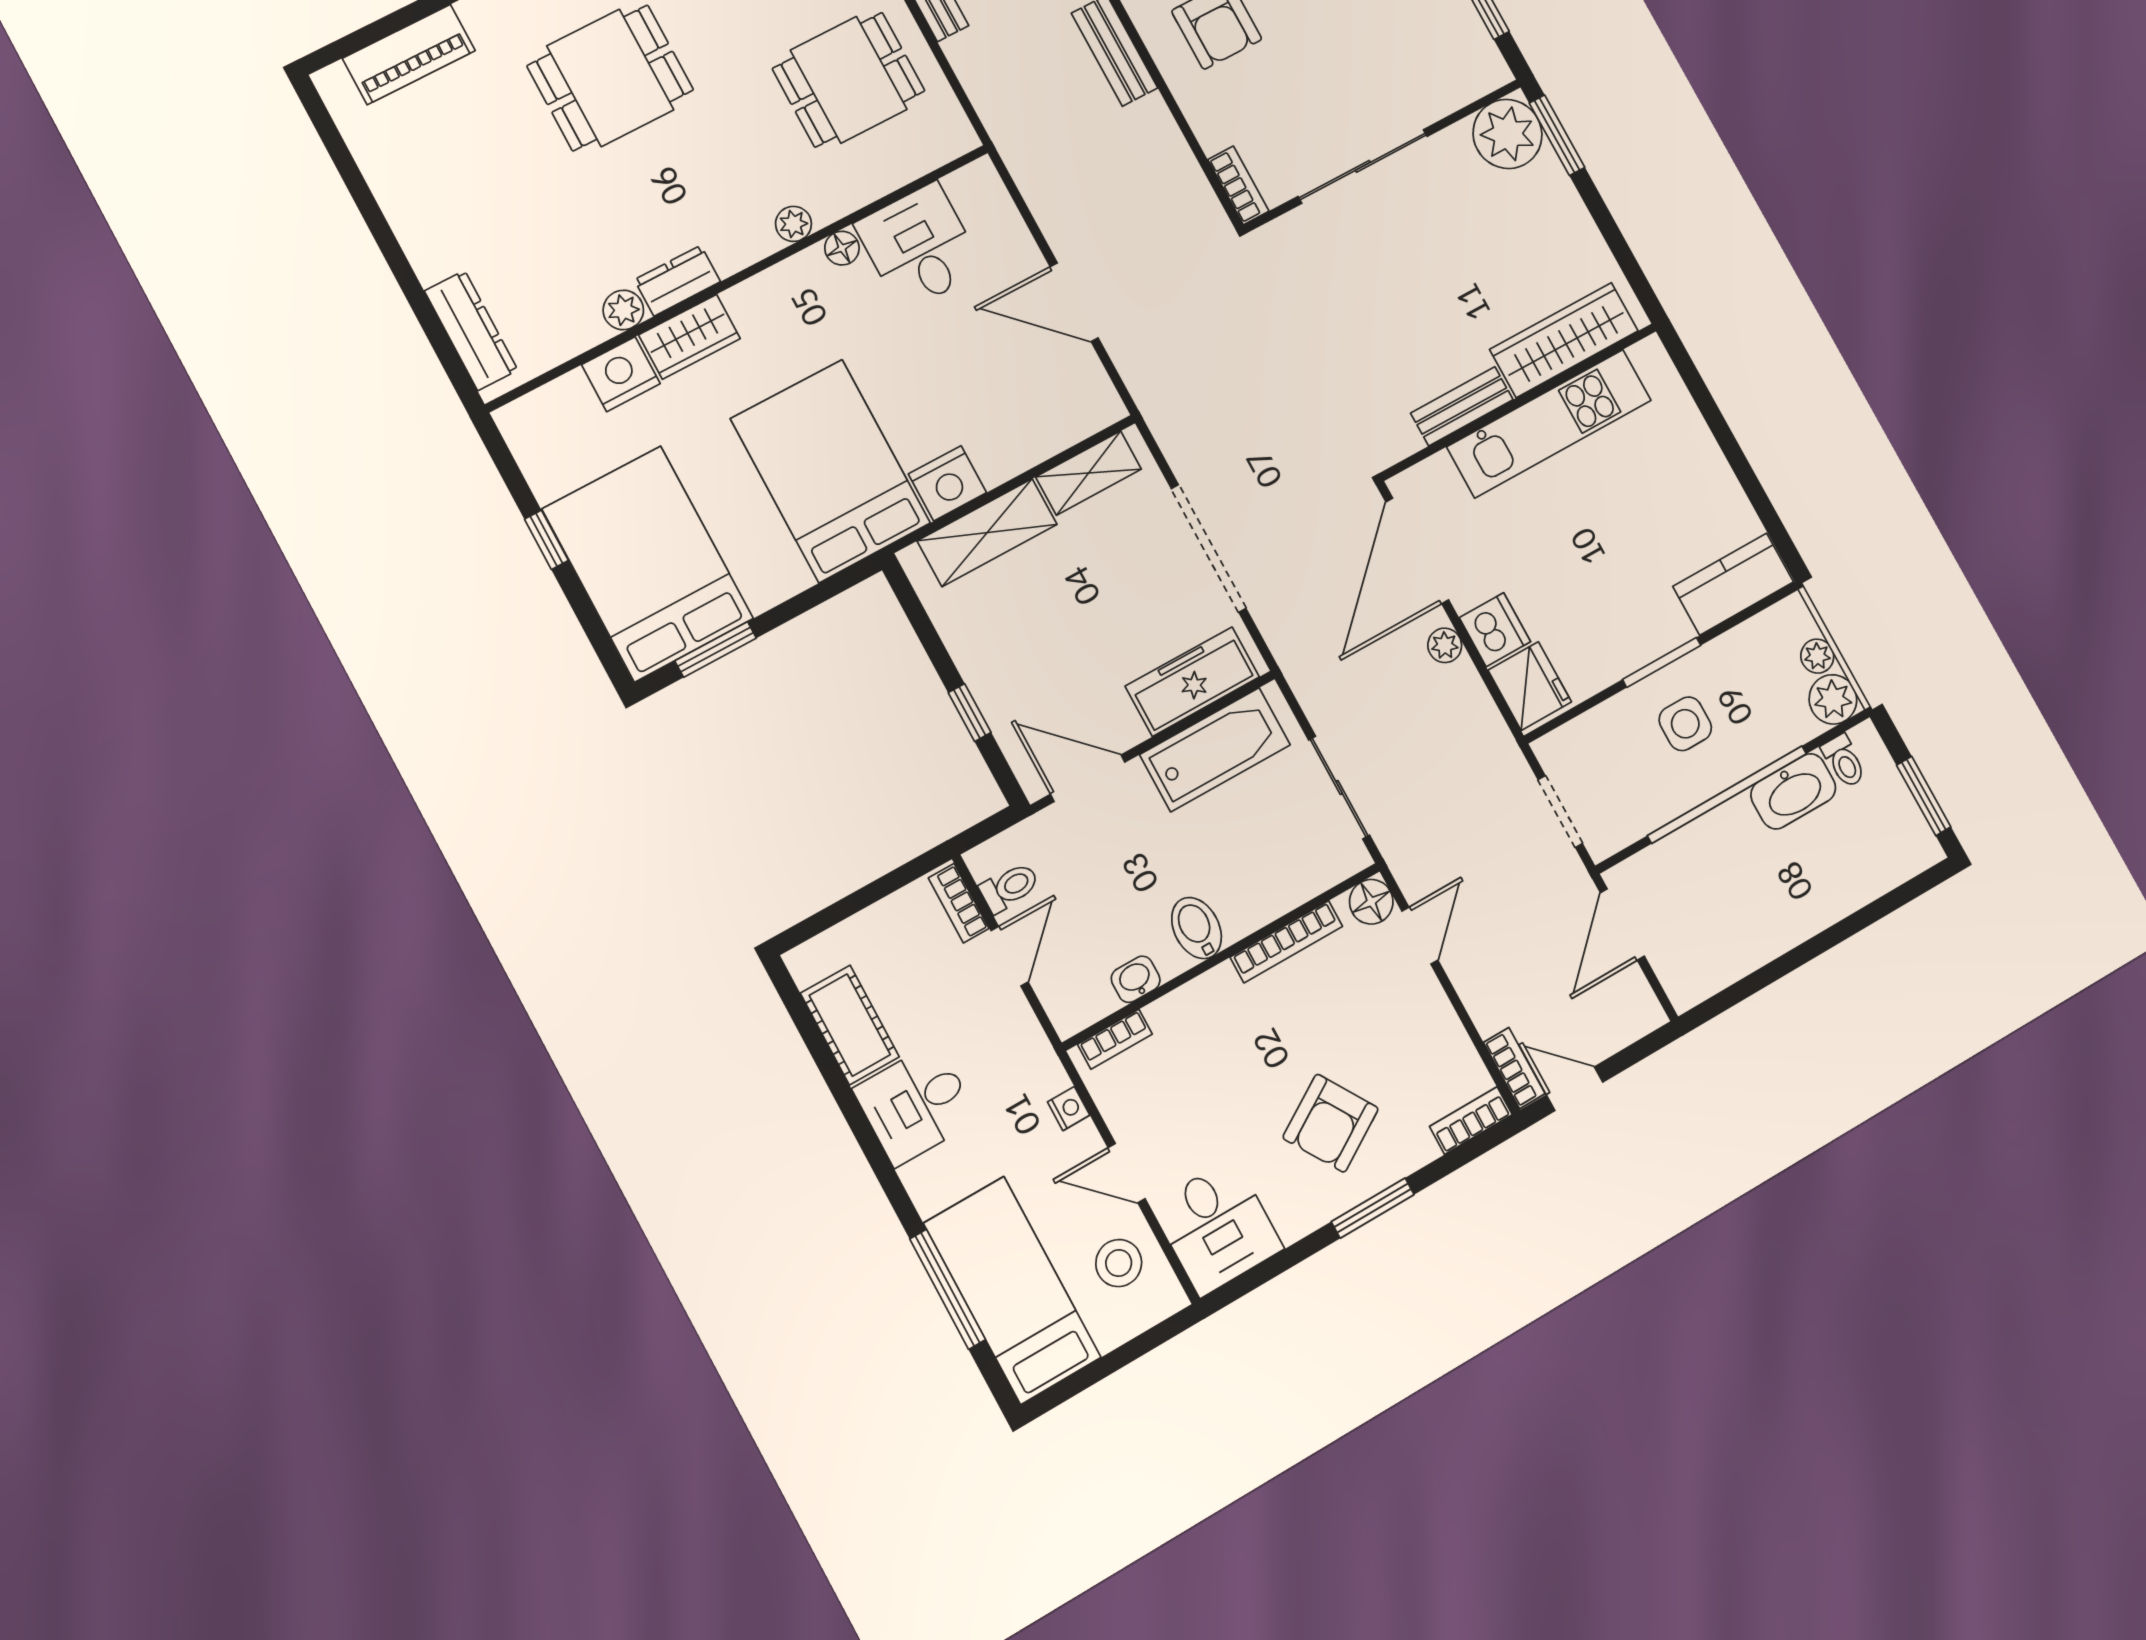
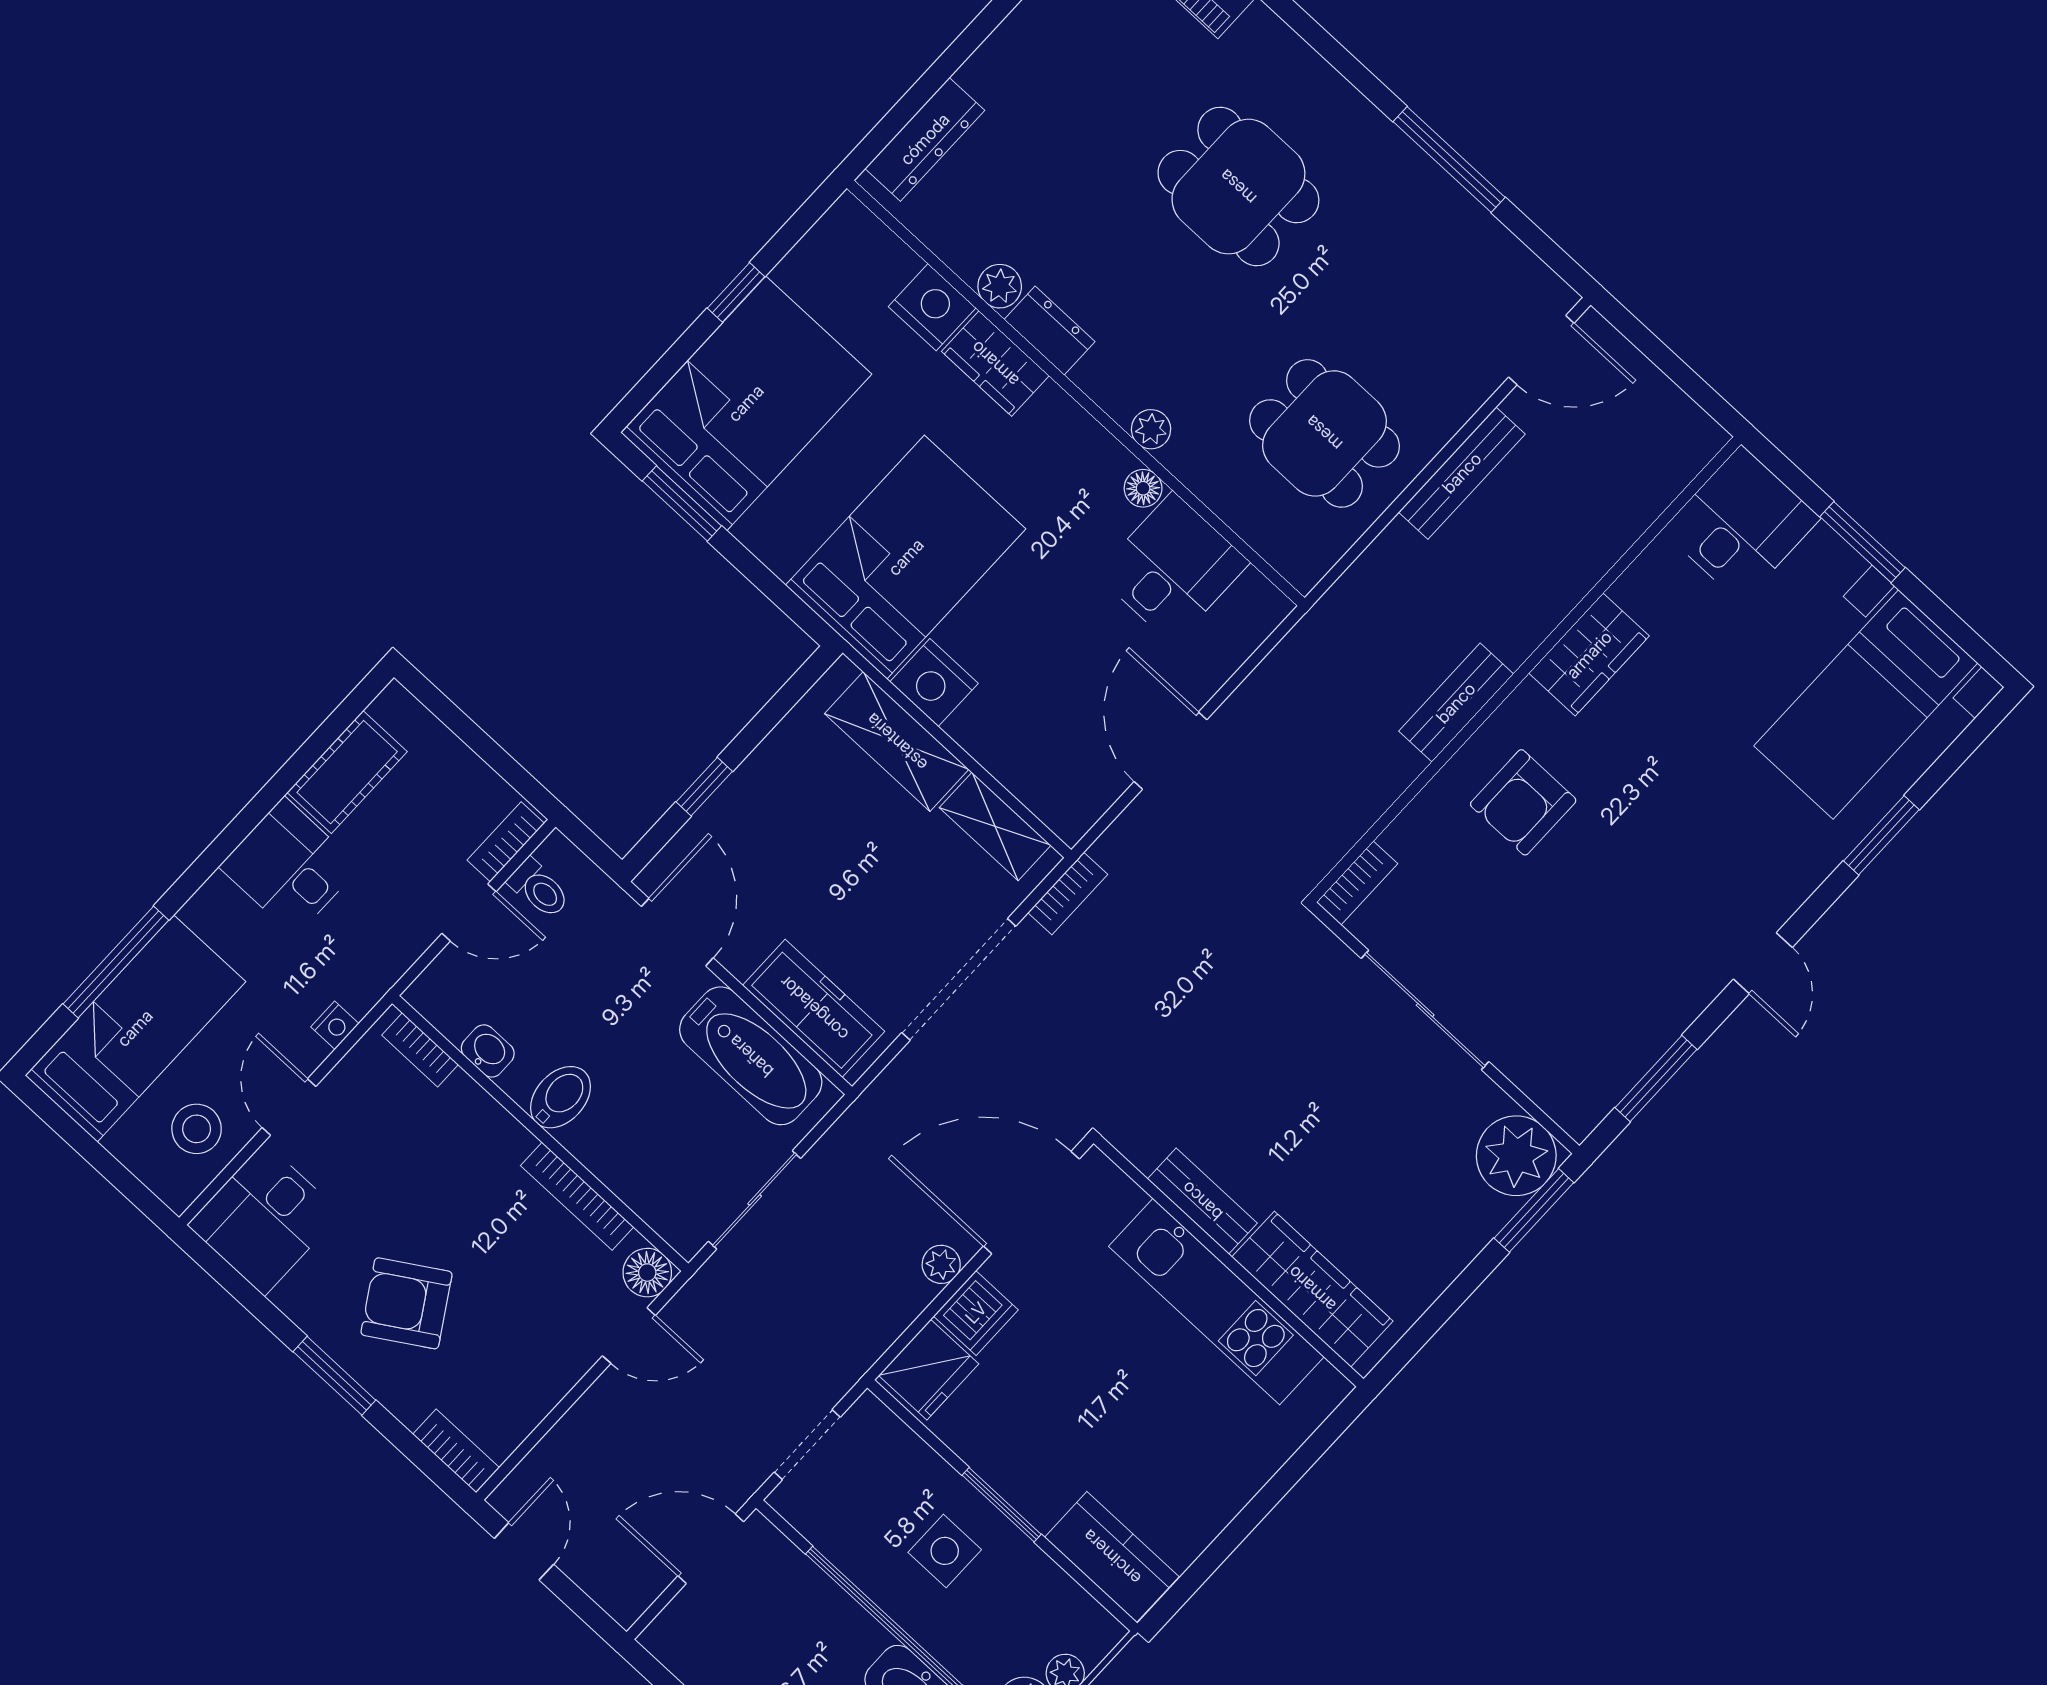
bookcase: (1514, 1068) -> (1068, 894), moved

